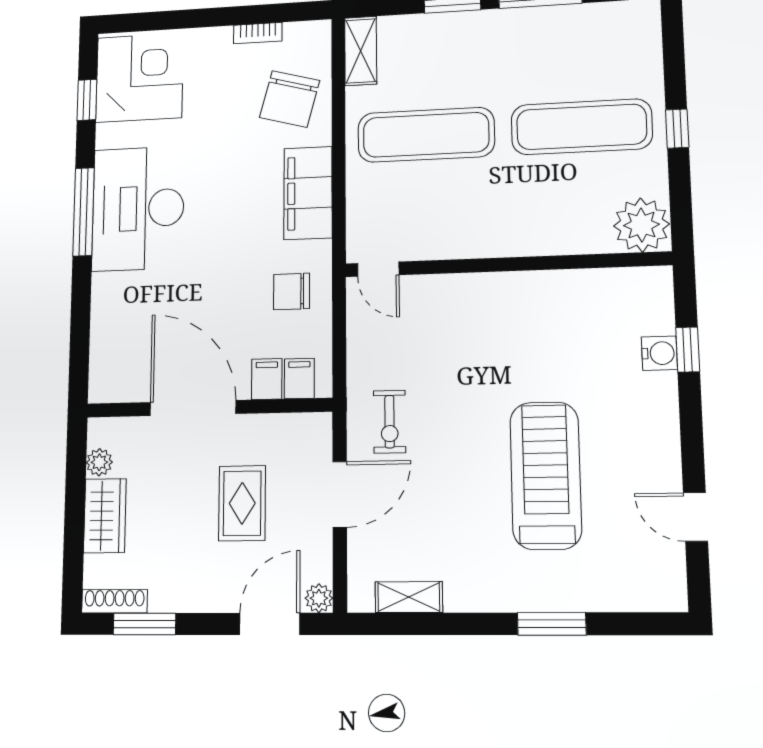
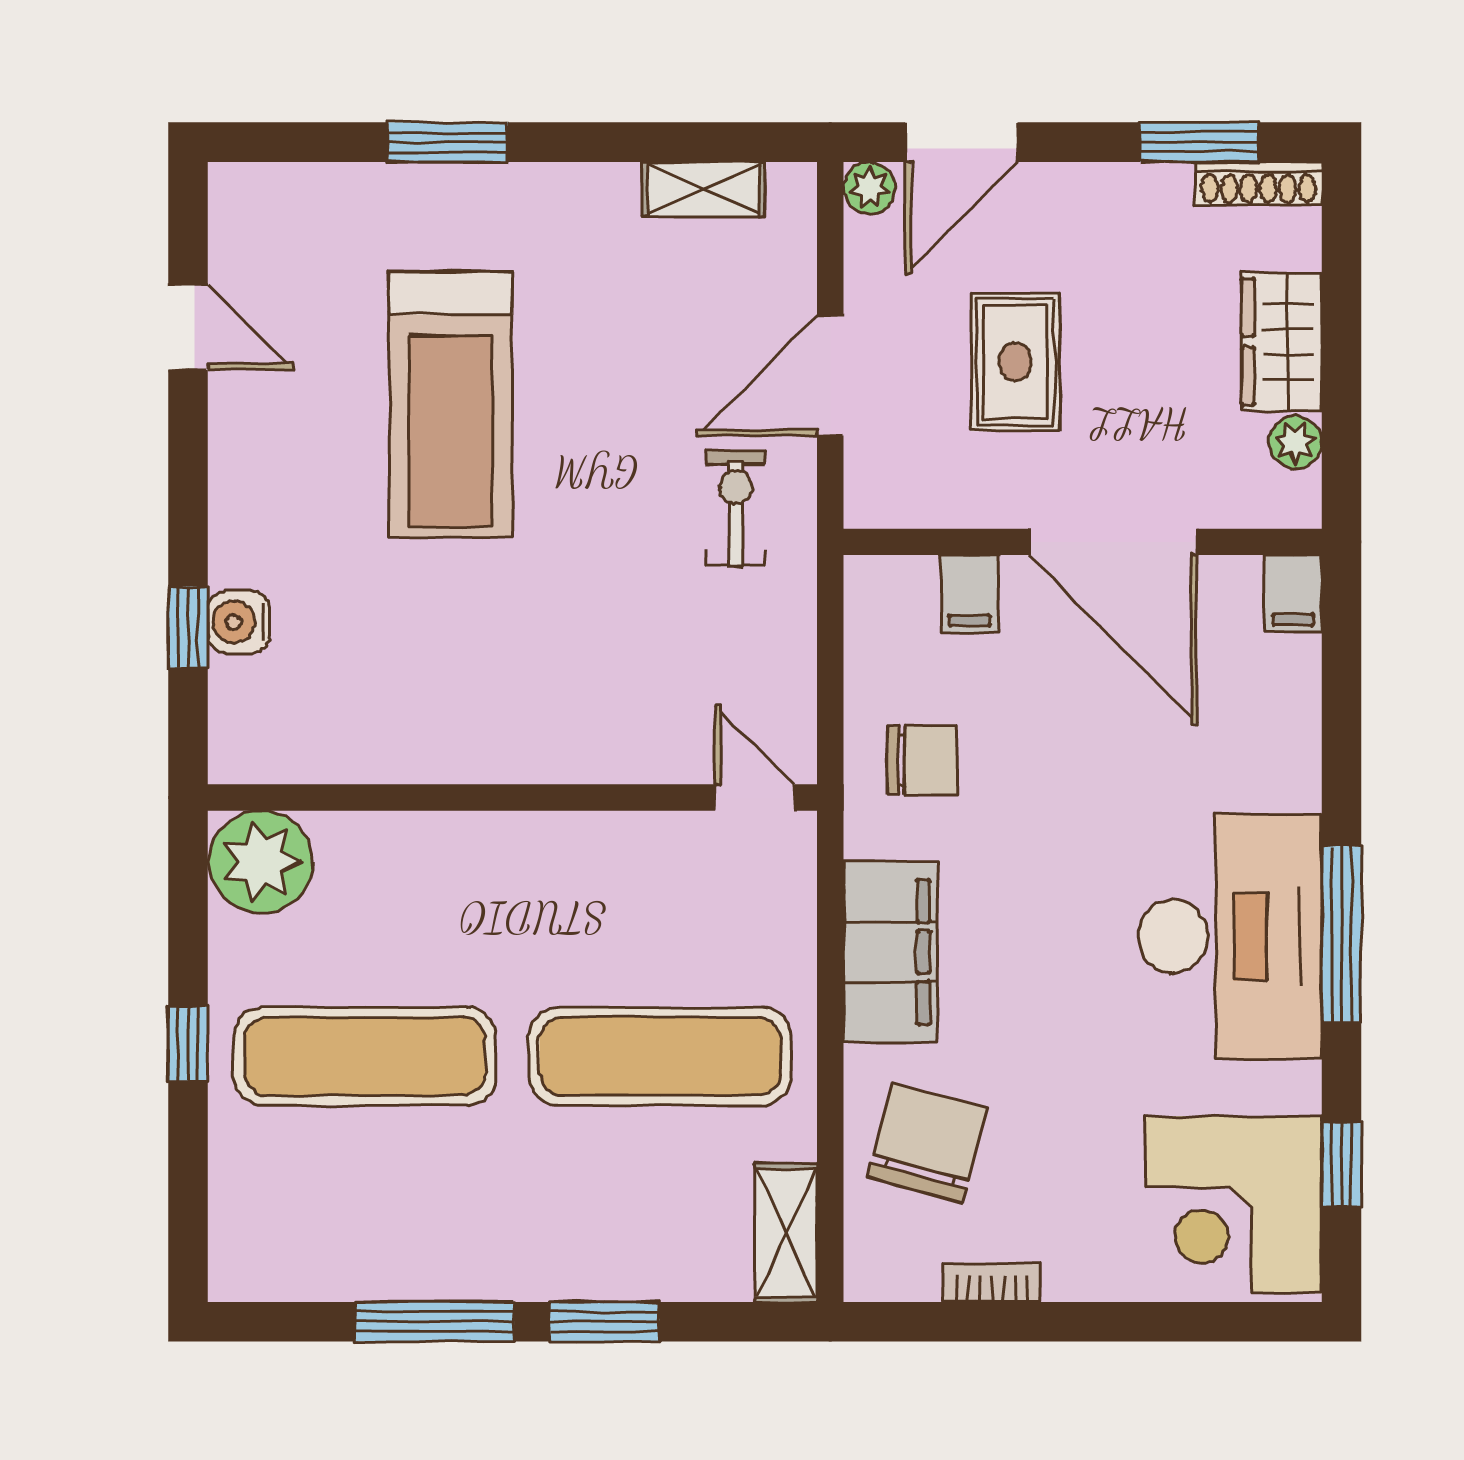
filing cabinet: (299, 378) -> (1293, 593), moved

